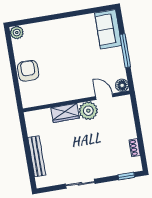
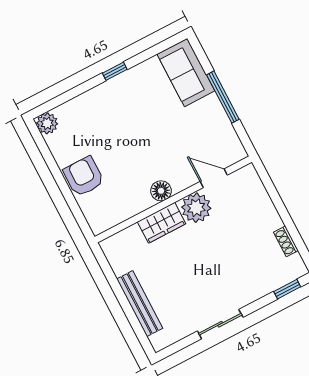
window: (66, 15) -> (115, 71), added
floor lamp: (122, 85) -> (161, 191), moved

